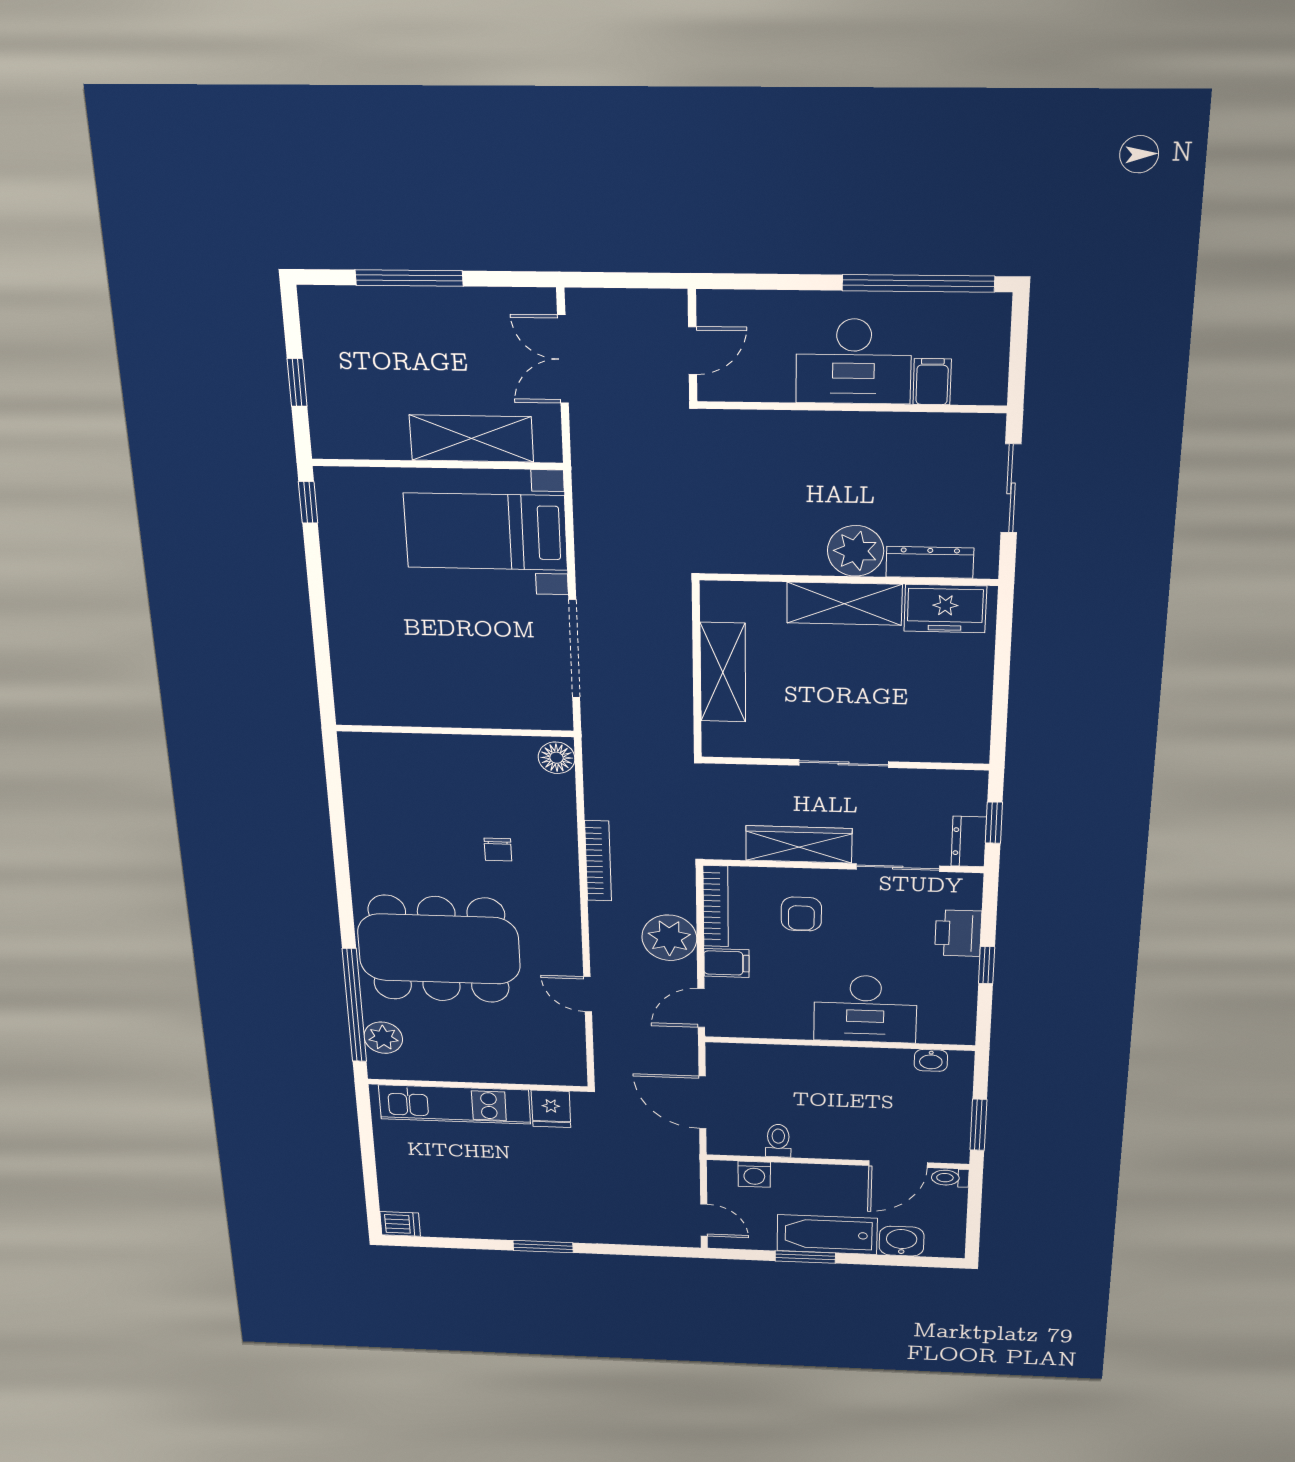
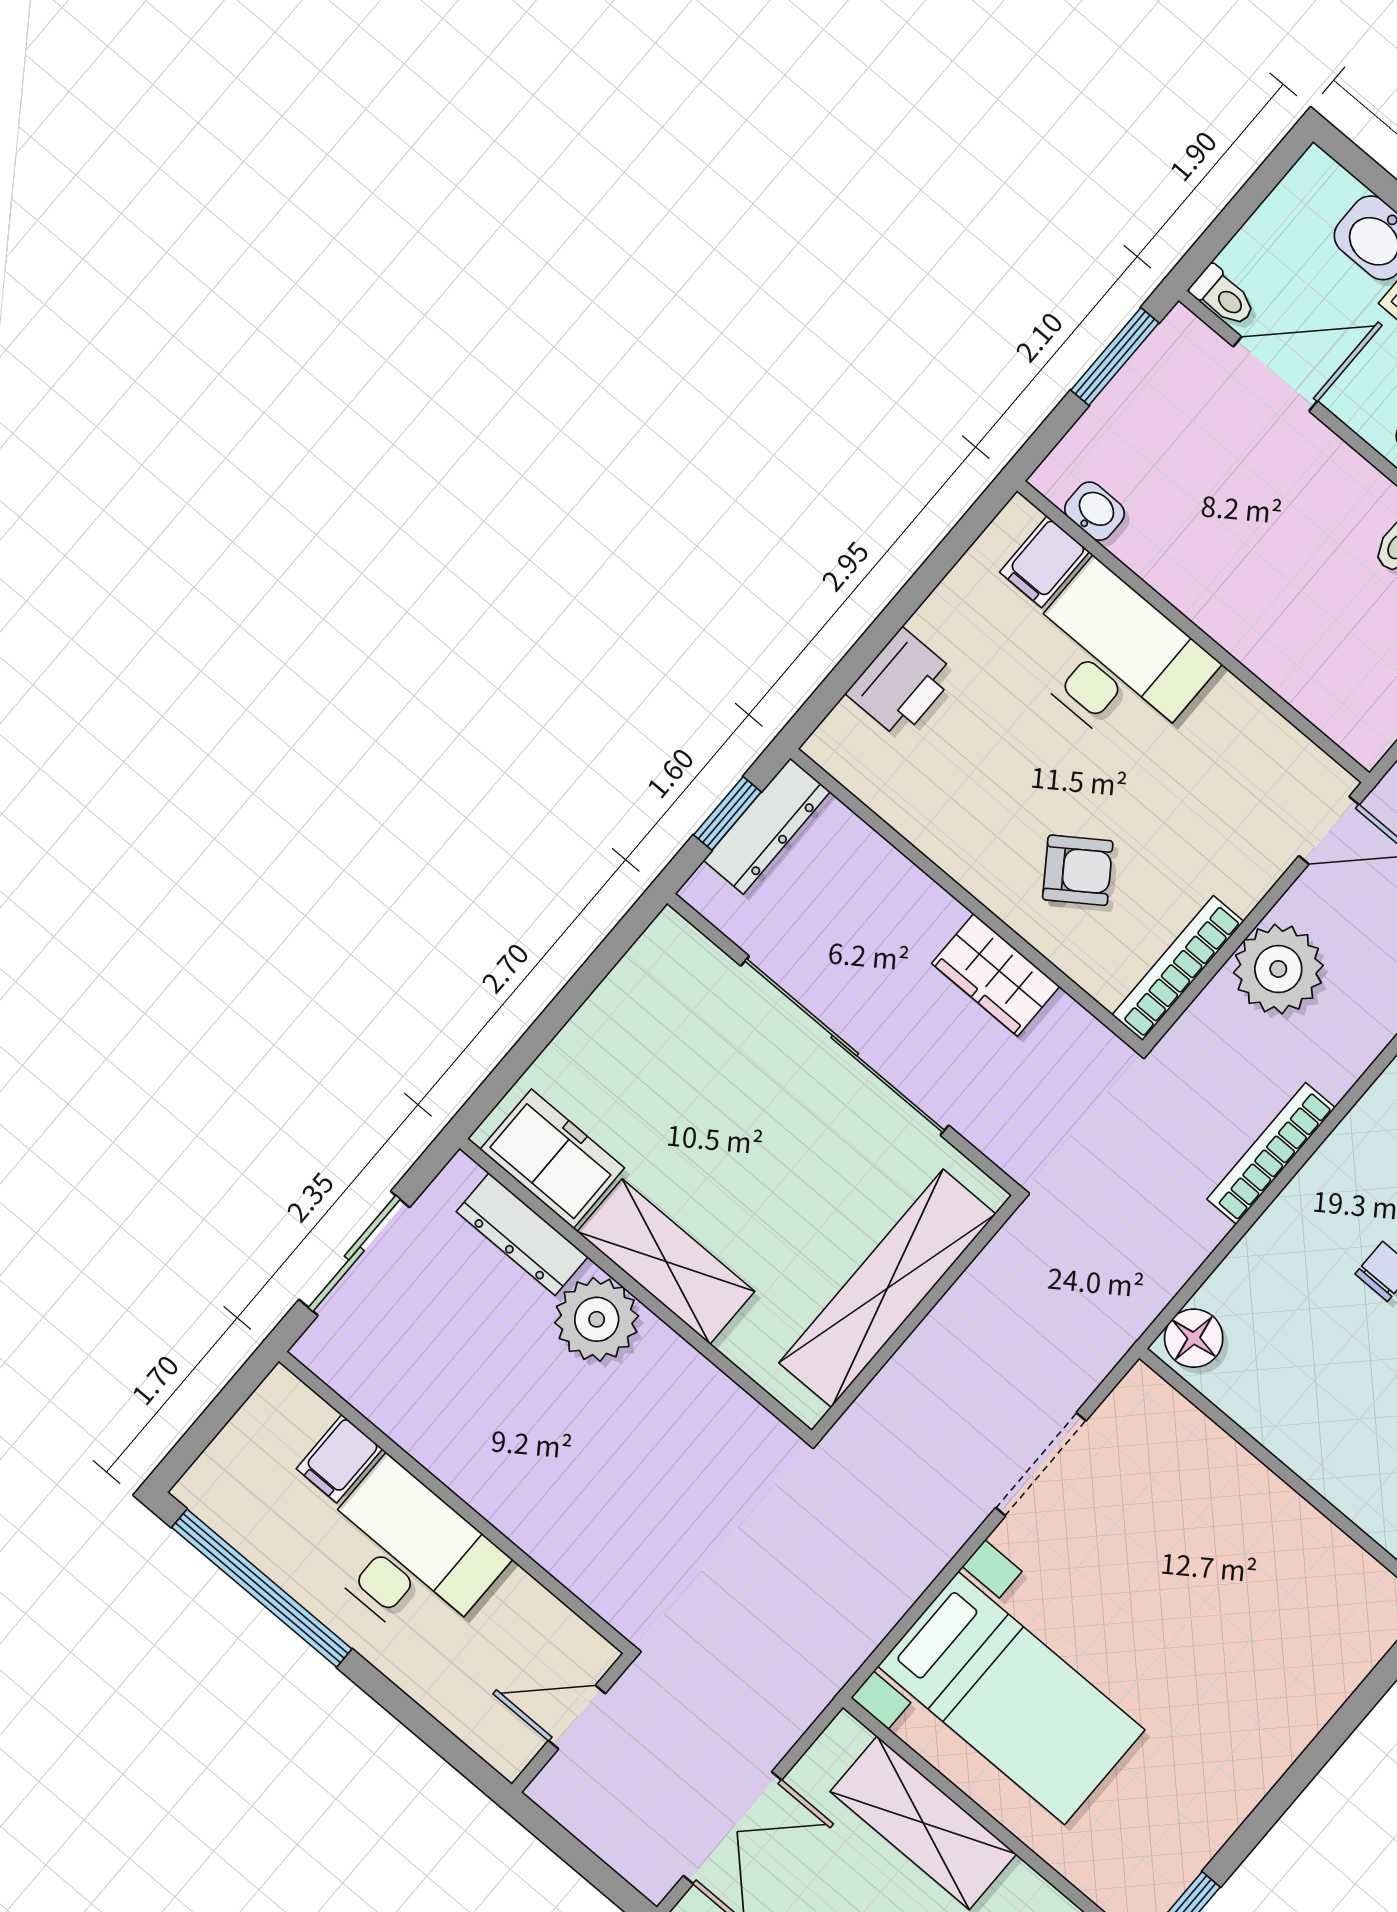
doorway: (574, 649) -> (1041, 1464), width x0.73
shelving: (723, 672) -> (887, 1288), width x1.47
sliding door: (844, 763) -> (845, 1046), width x1.86
dresser: (969, 842) -> (767, 826), width x1.44
wardrobe: (799, 844) -> (996, 975), width x0.67
sliding door: (898, 868) -> (899, 842), removed
armchair: (801, 914) -> (1078, 870), turned 55
filing cabinet: (726, 963) -> (1044, 562), moved, turned -90
window: (987, 965) -> (904, 606), removed

